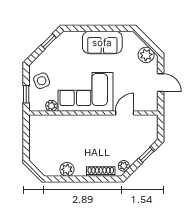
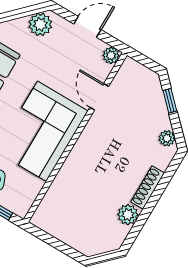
plant: (51, 106) -> (111, 55), moved
shoe rack: (101, 171) -> (148, 188), moved

